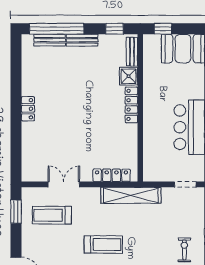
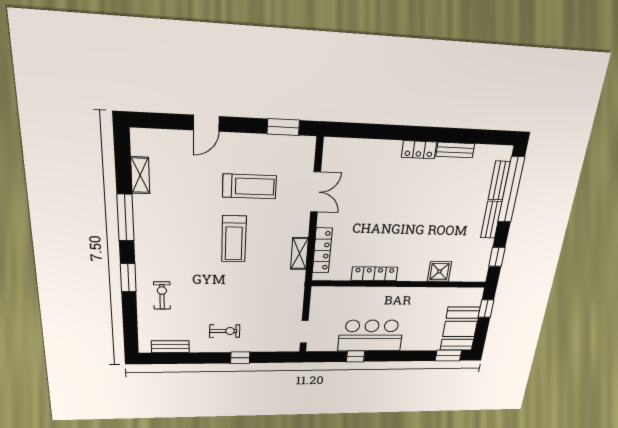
bench: (132, 52) -> (455, 150), moved
locker: (131, 105) -> (374, 274), moved
shelving: (131, 195) -> (299, 254), width x0.45, depth x0.75
treadmill: (52, 215) -> (250, 186), moved, turned 90

